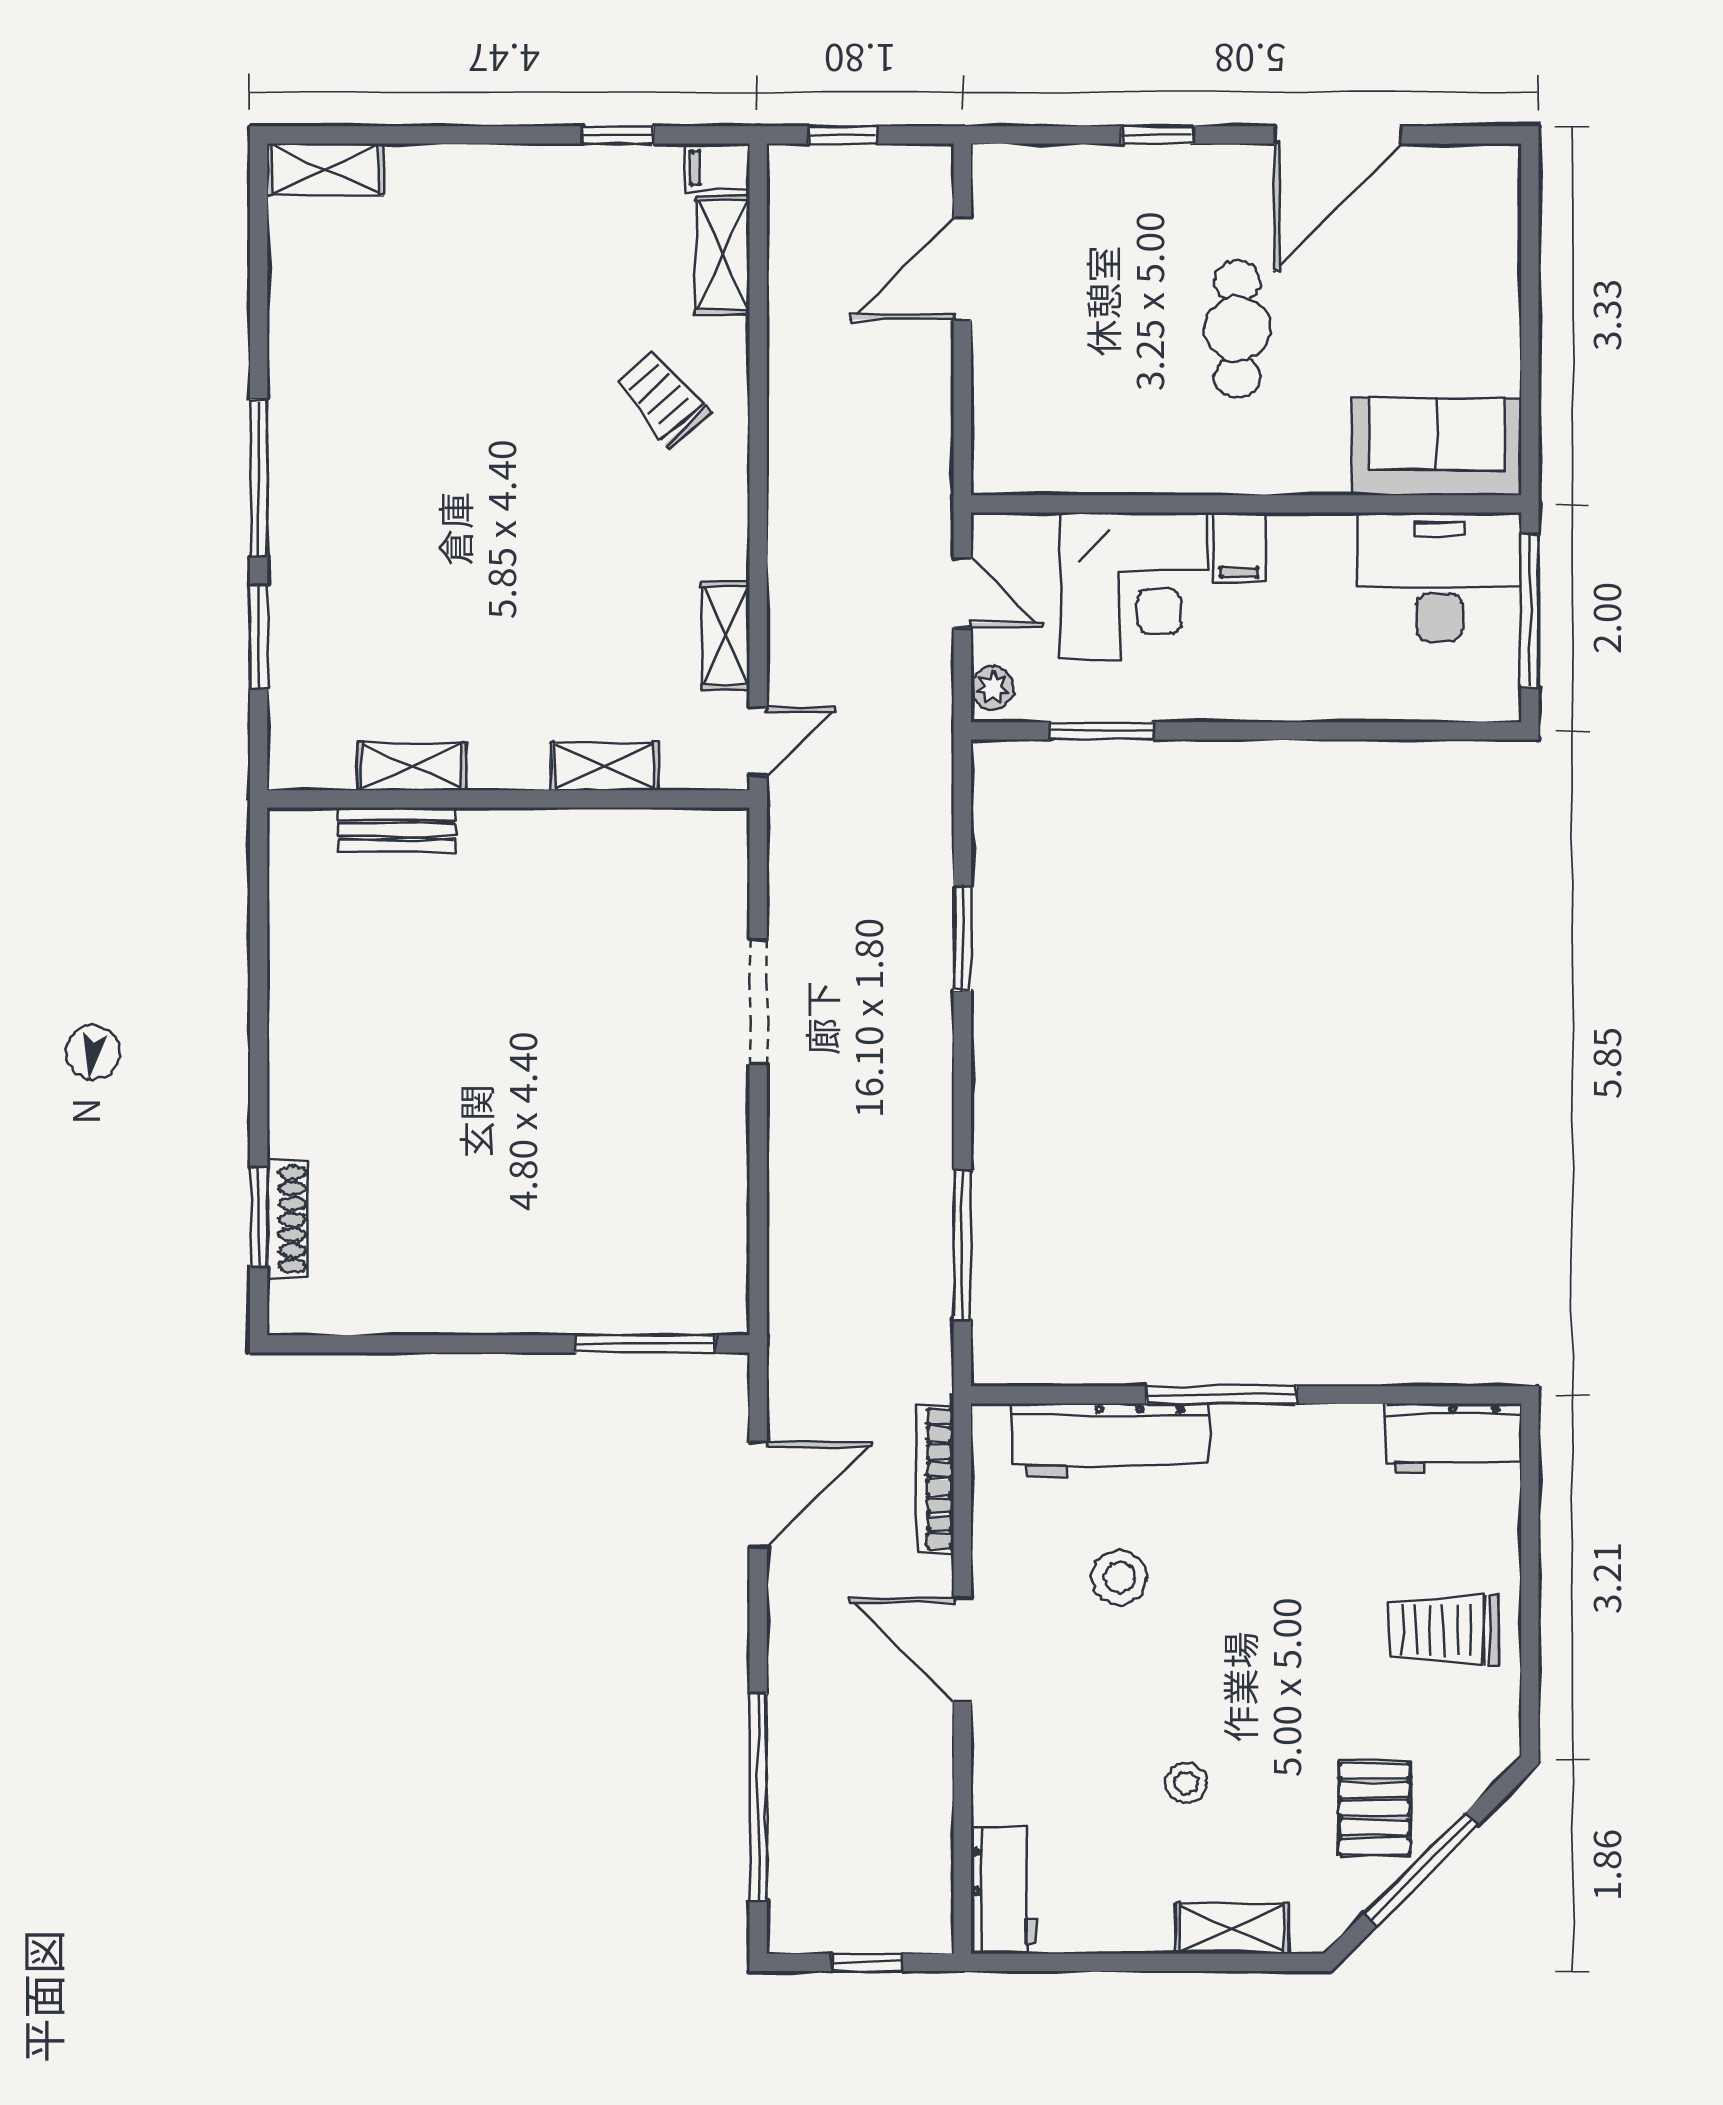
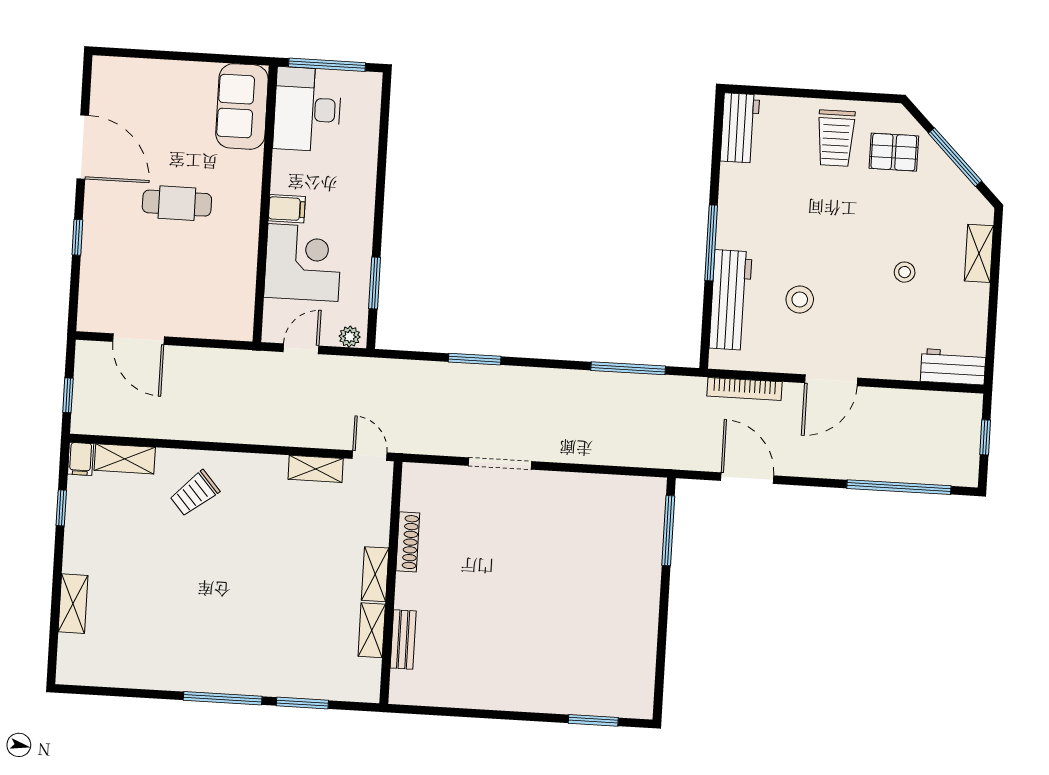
shelving: (325, 170) -> (73, 604), moved
shelving: (604, 766) -> (375, 574), moved
shoe rack: (287, 1219) -> (408, 542), moved, turned 90
pallet: (1375, 1809) -> (894, 152), moved

